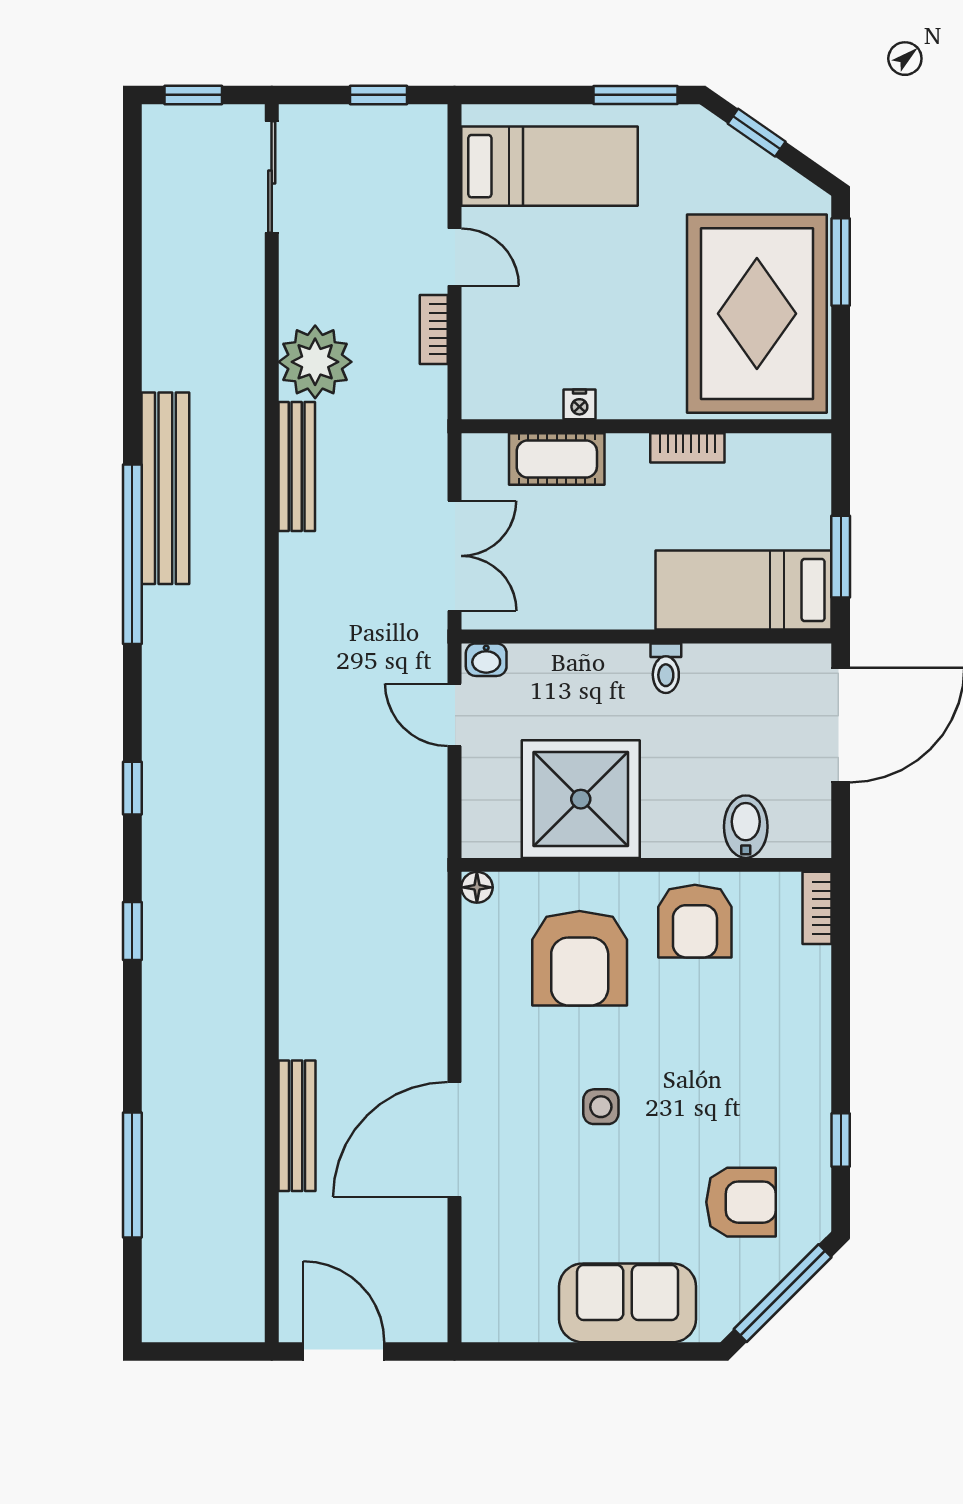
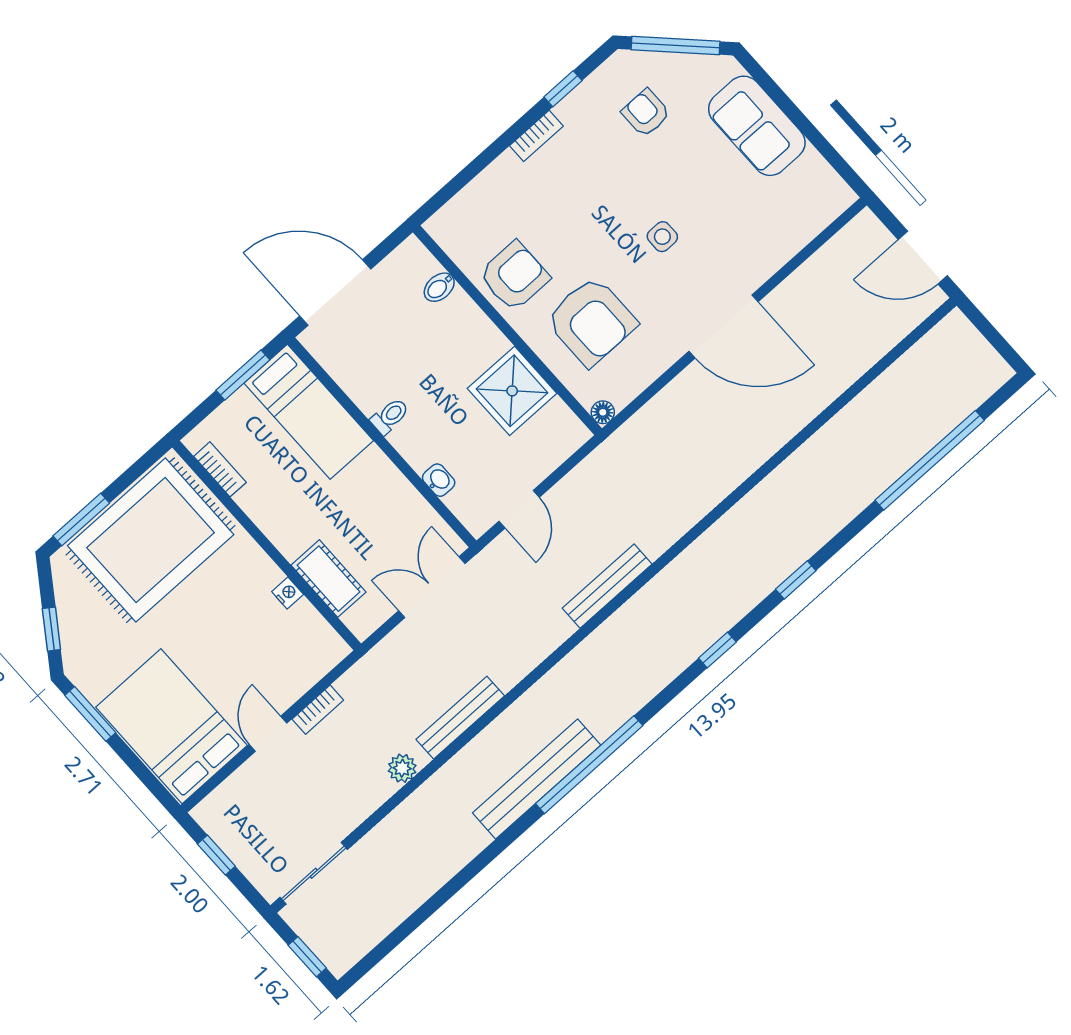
bed: (550, 166) -> (171, 726), width x1.50
plant: (315, 362) -> (402, 768), width x0.53, depth x0.53
bookcase: (687, 448) -> (220, 469), moved
washbasin: (486, 660) -> (439, 480), moved
shower: (581, 799) -> (512, 391), width x0.73, depth x0.73
bidet: (746, 827) -> (439, 287), width x0.72, depth x0.74
bookcase: (817, 908) -> (536, 136), moved
armchair: (580, 958) -> (591, 321), turned 90
bench: (297, 1126) -> (607, 586), moved
door: (455, 1140) -> (723, 327), moved
window: (132, 1175) -> (930, 460), width x1.46
armchair: (741, 1202) -> (646, 113), width x0.72, depth x0.72
door: (344, 1352) -> (923, 258), hinge flipped

